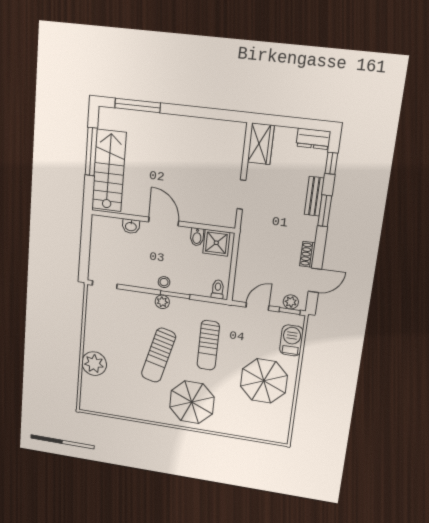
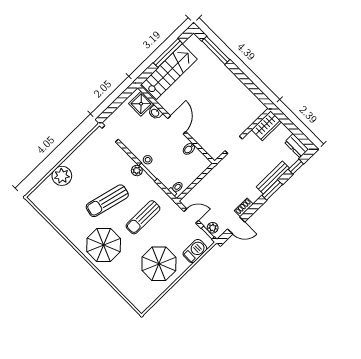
bench: (314, 196) -> (273, 178), width x1.36
shower: (216, 243) -> (141, 104), moved

